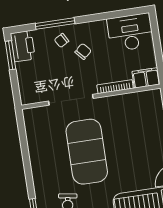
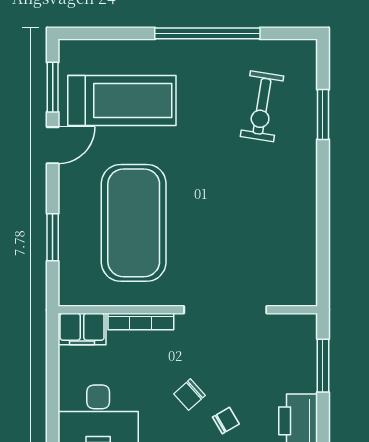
window: (11, 55) -> (323, 366), moved
exercise mat: (87, 152) -> (134, 223), moved

